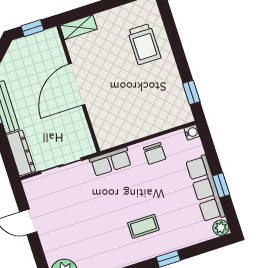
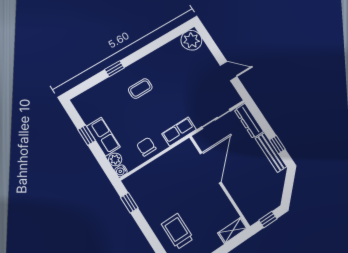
door: (77, 84) -> (211, 168), moved
row of seats: (205, 189) -> (103, 137), width x0.68
plant: (221, 228) -> (115, 159), moved

